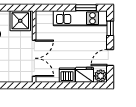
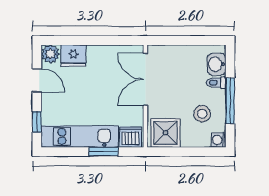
window: (86, 8) -> (103, 152), moved
door: (110, 57) -> (37, 80), hinge flipped
dishwasher: (67, 75) -> (130, 137), moved, turned 180

